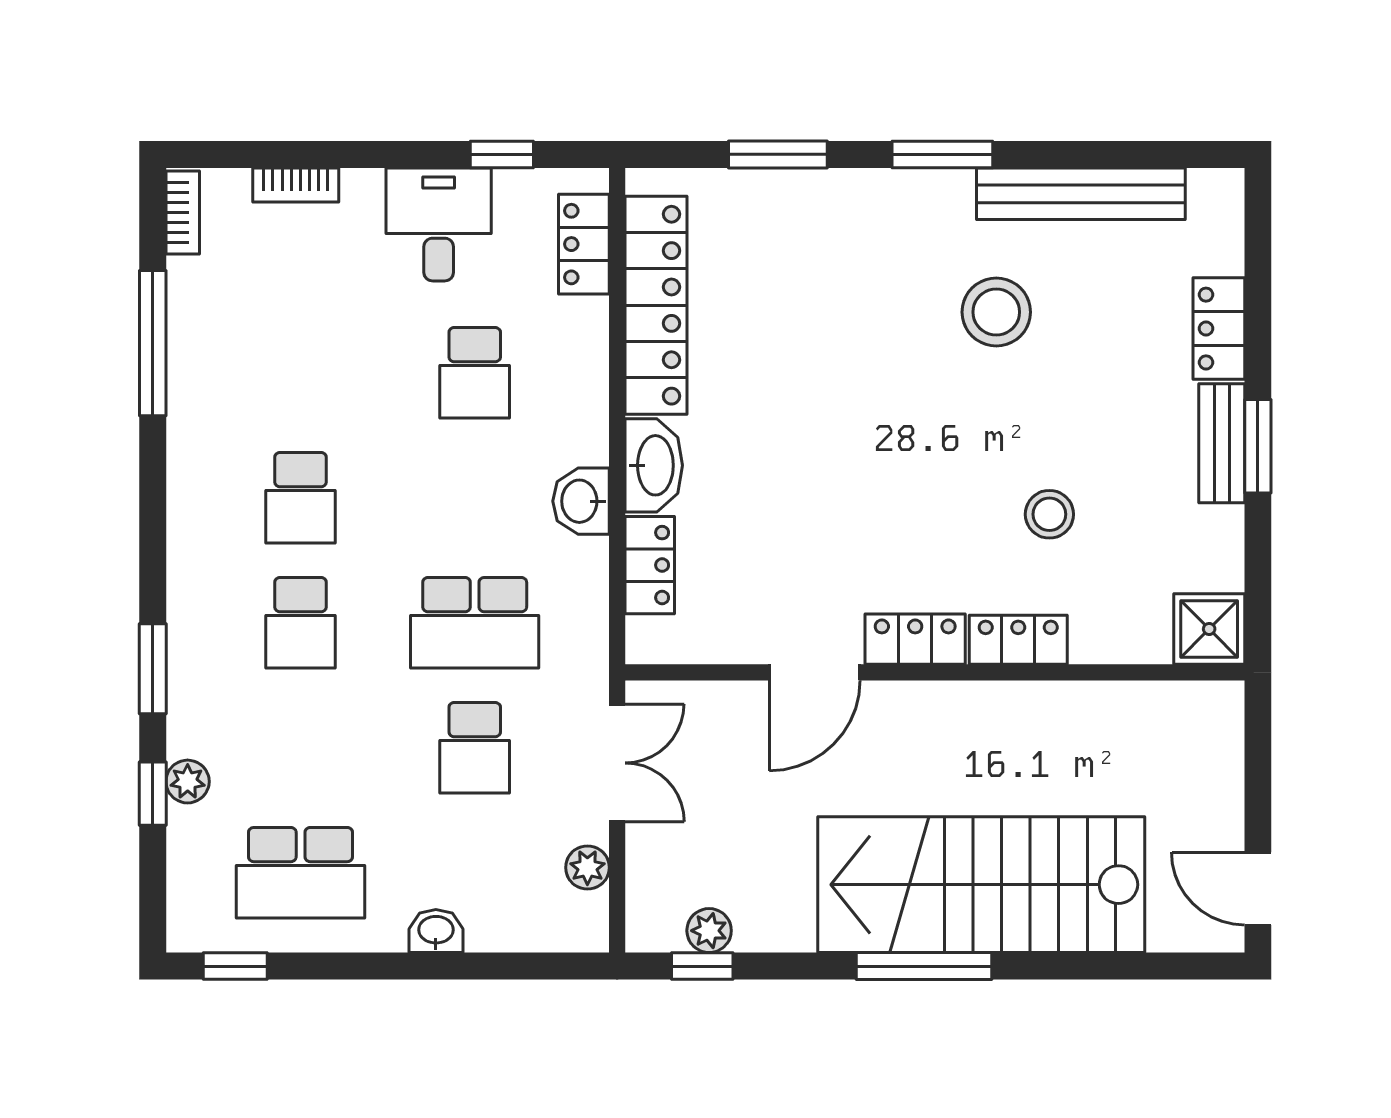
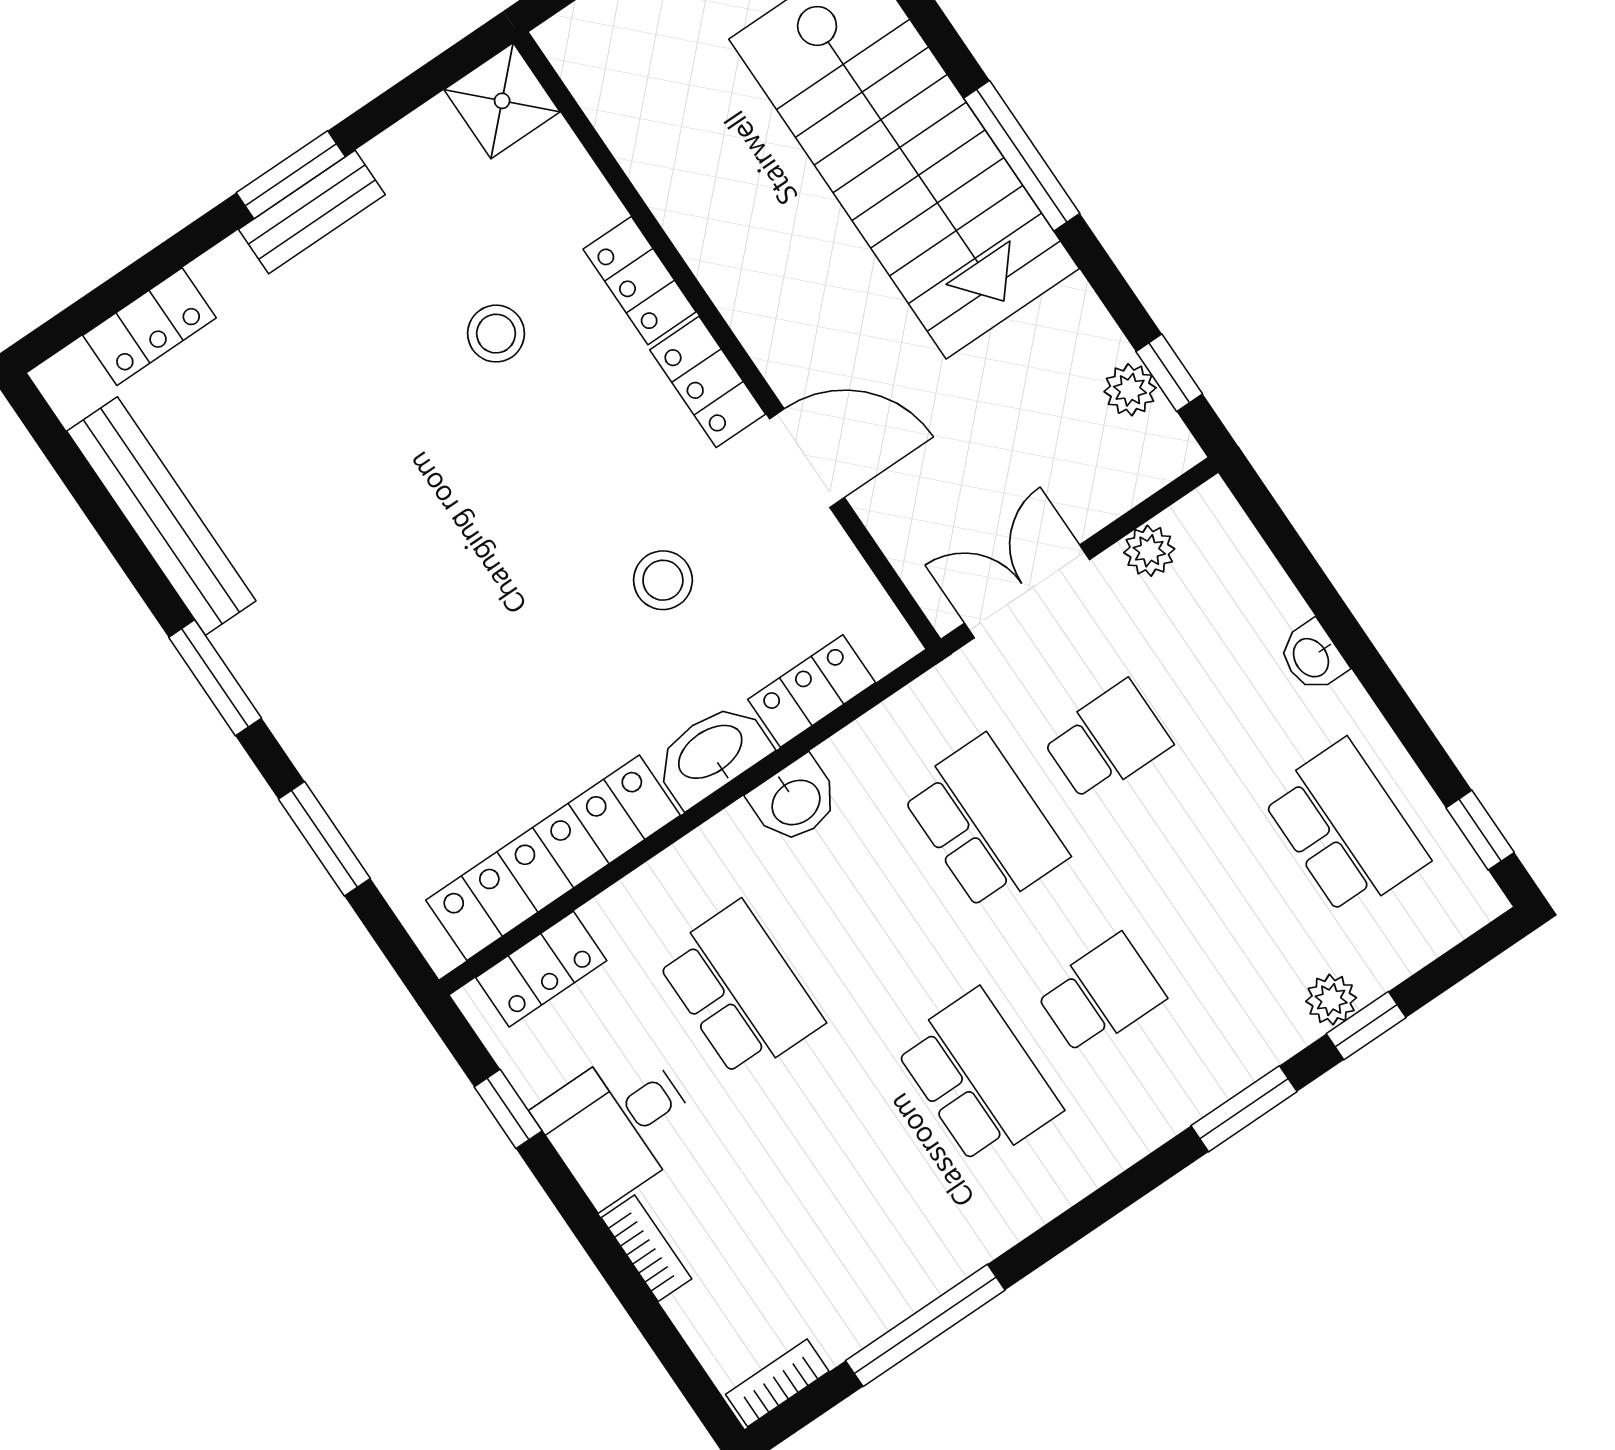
bookcase: (296, 185) -> (646, 1248), moved
stool: (996, 312) -> (663, 580), moved, width x0.73, depth x0.73
locker: (1219, 329) -> (149, 327), moved
school desk: (475, 373) -> (740, 990), width x1.85
school desk: (301, 498) -> (978, 1078), width x1.85

